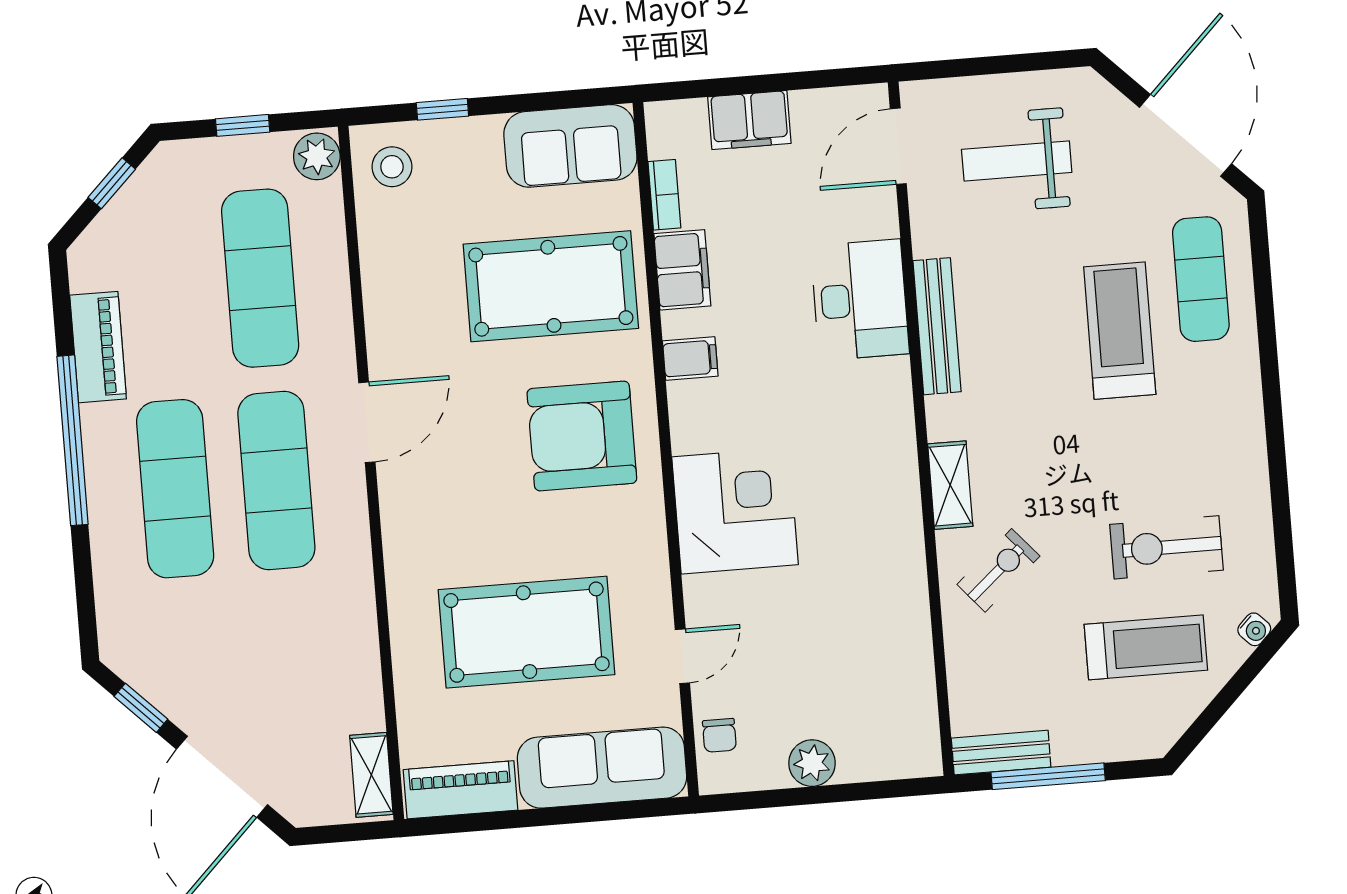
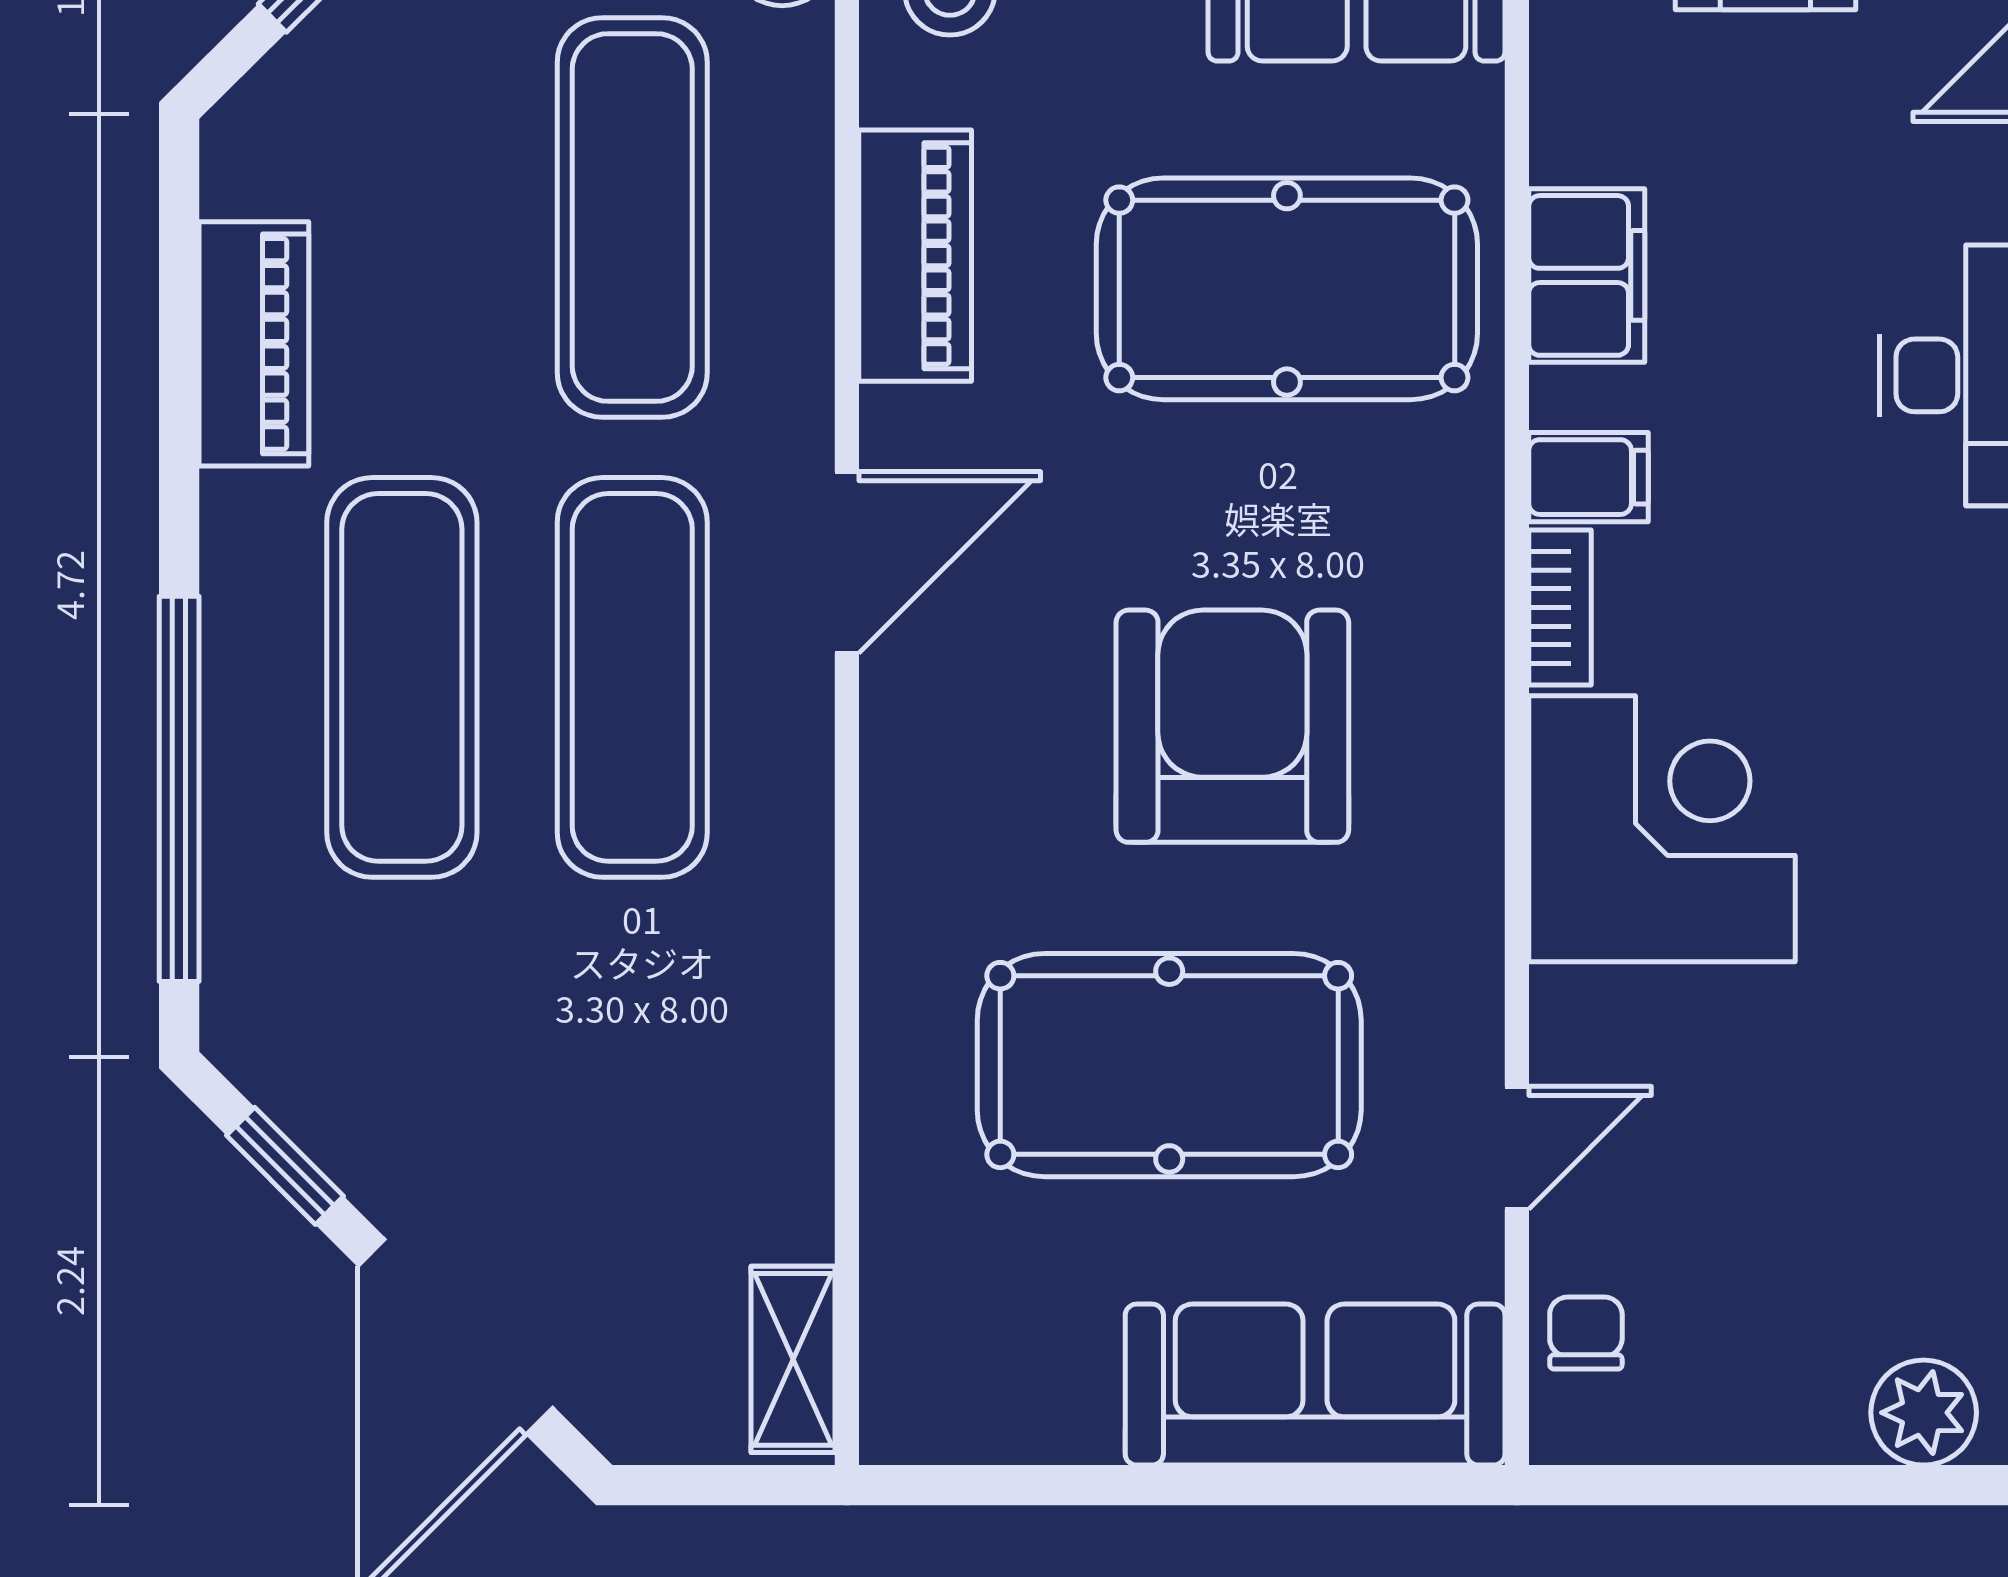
bookcase: (664, 195) -> (1560, 607), moved
armchair: (582, 436) -> (1232, 726), moved, turned 90
window: (73, 440) -> (179, 789), moved
chair: (719, 735) -> (1586, 1333), turned 180
plant: (812, 763) -> (1924, 1413), moved
piano: (461, 790) -> (915, 256), moved, turned 90

